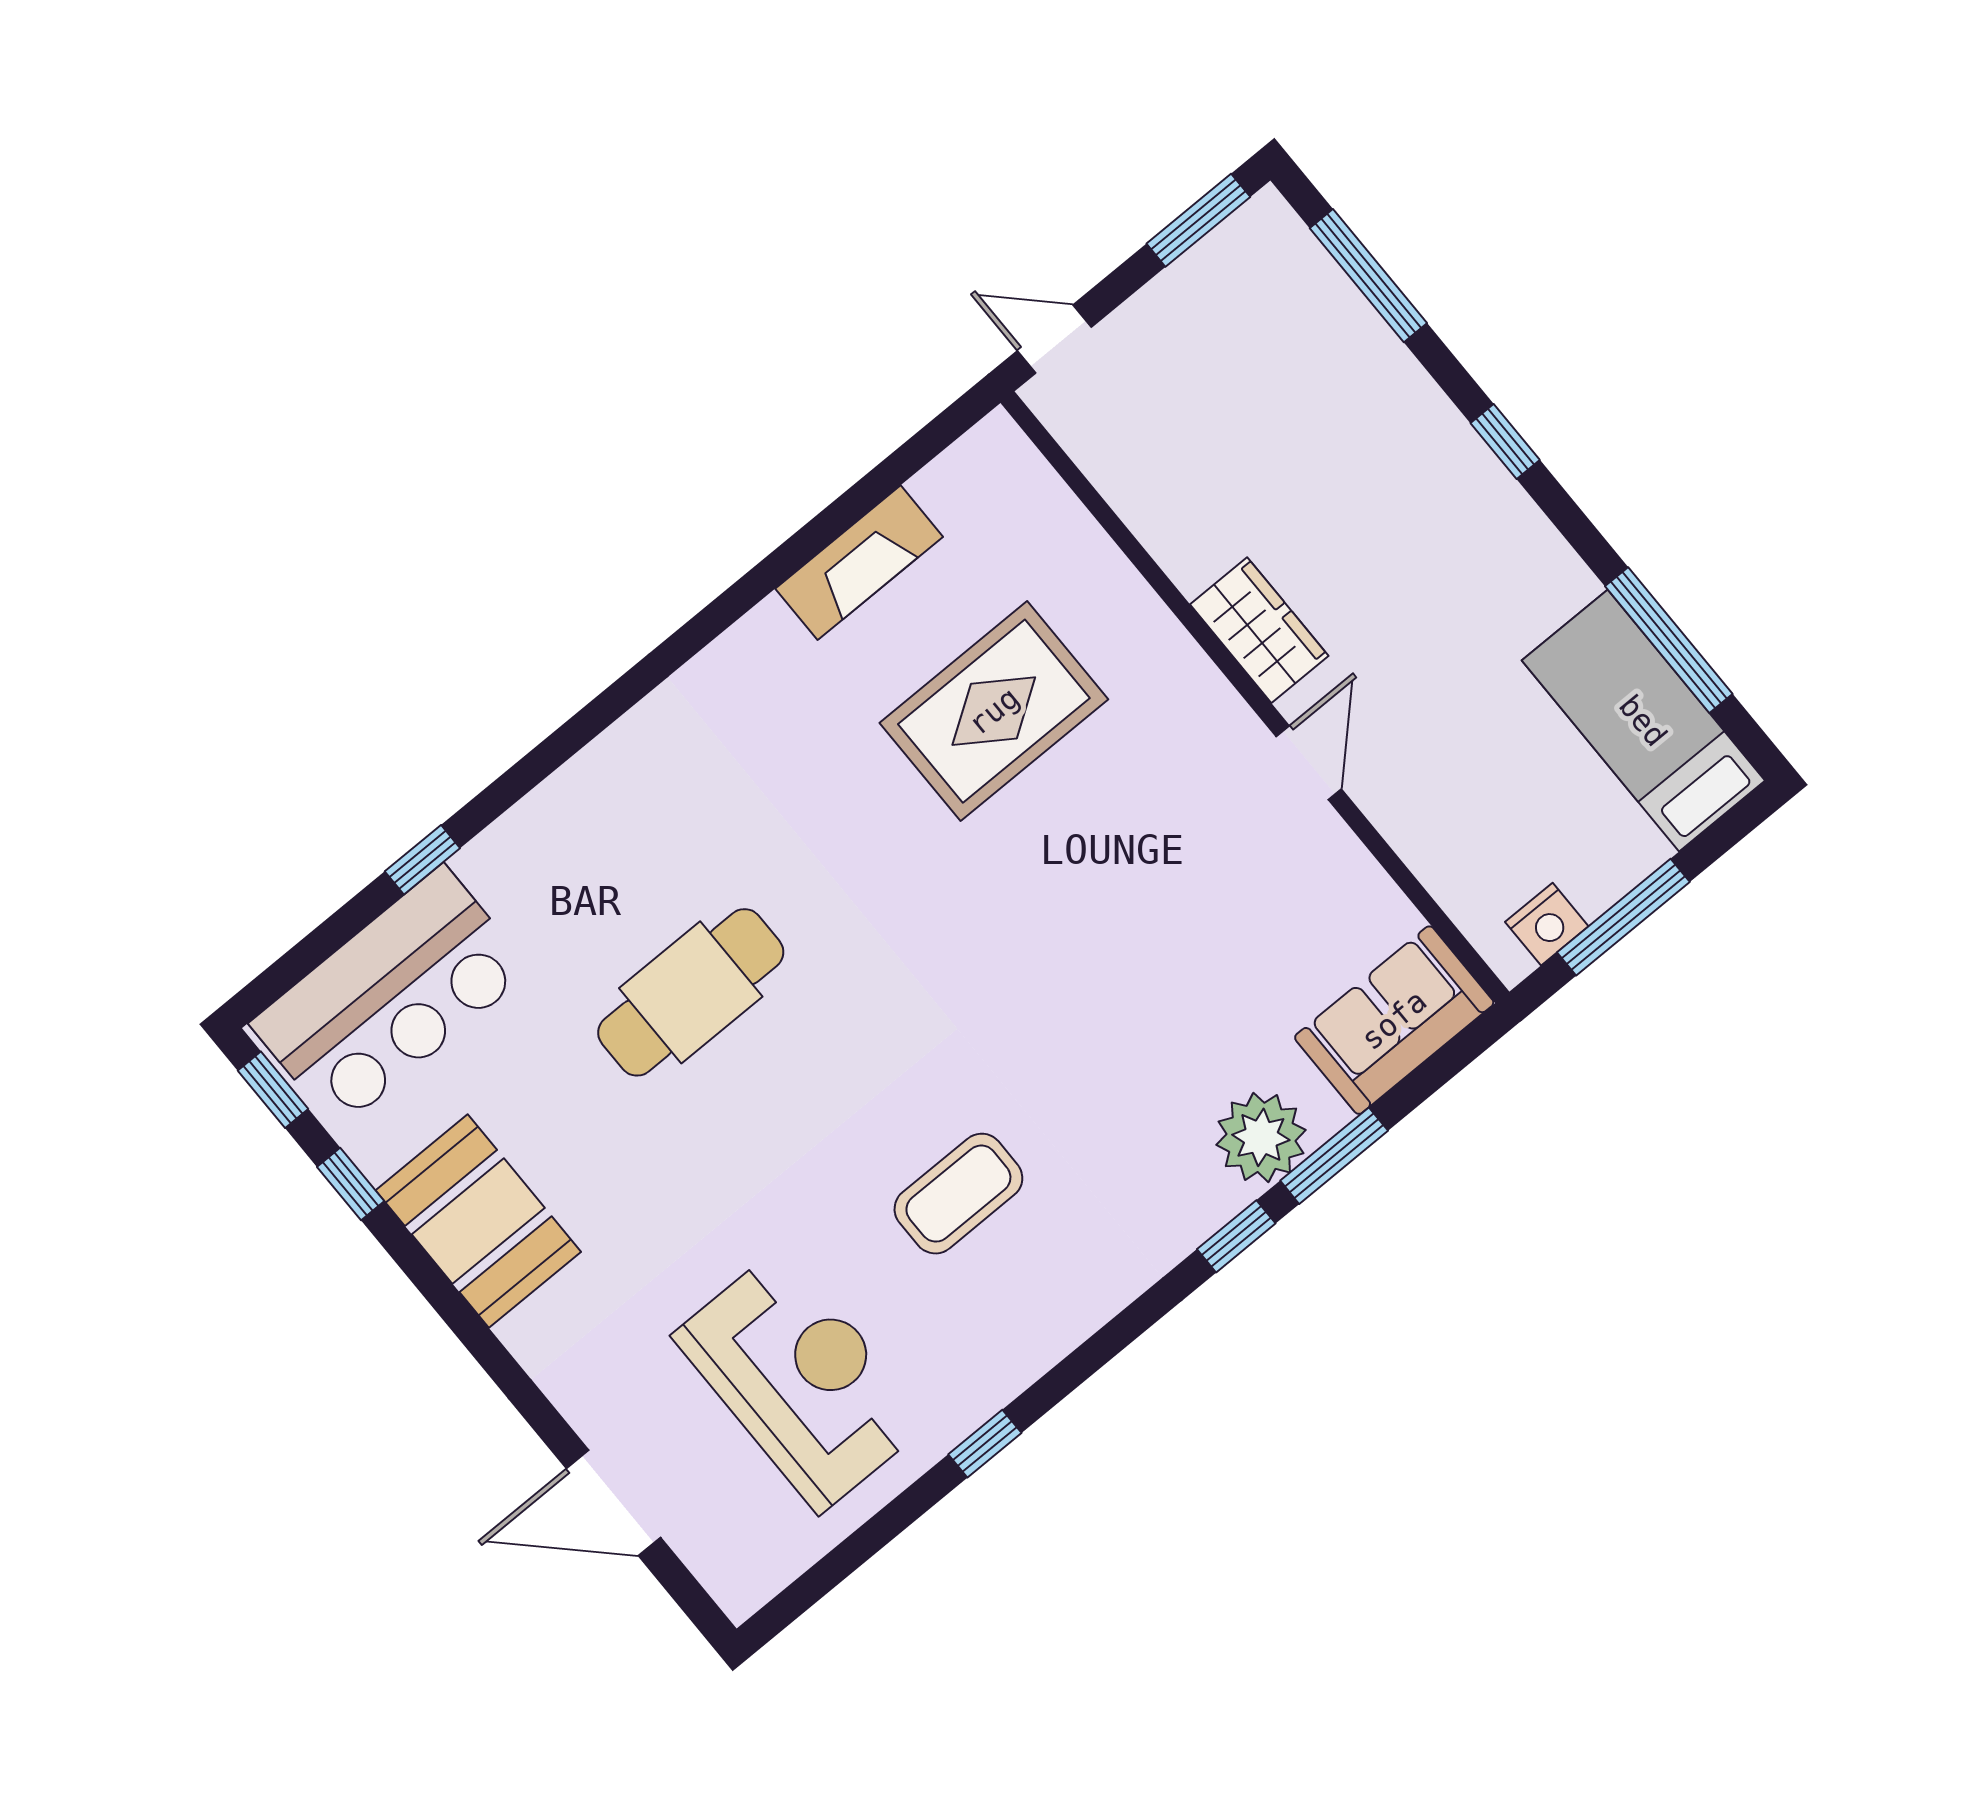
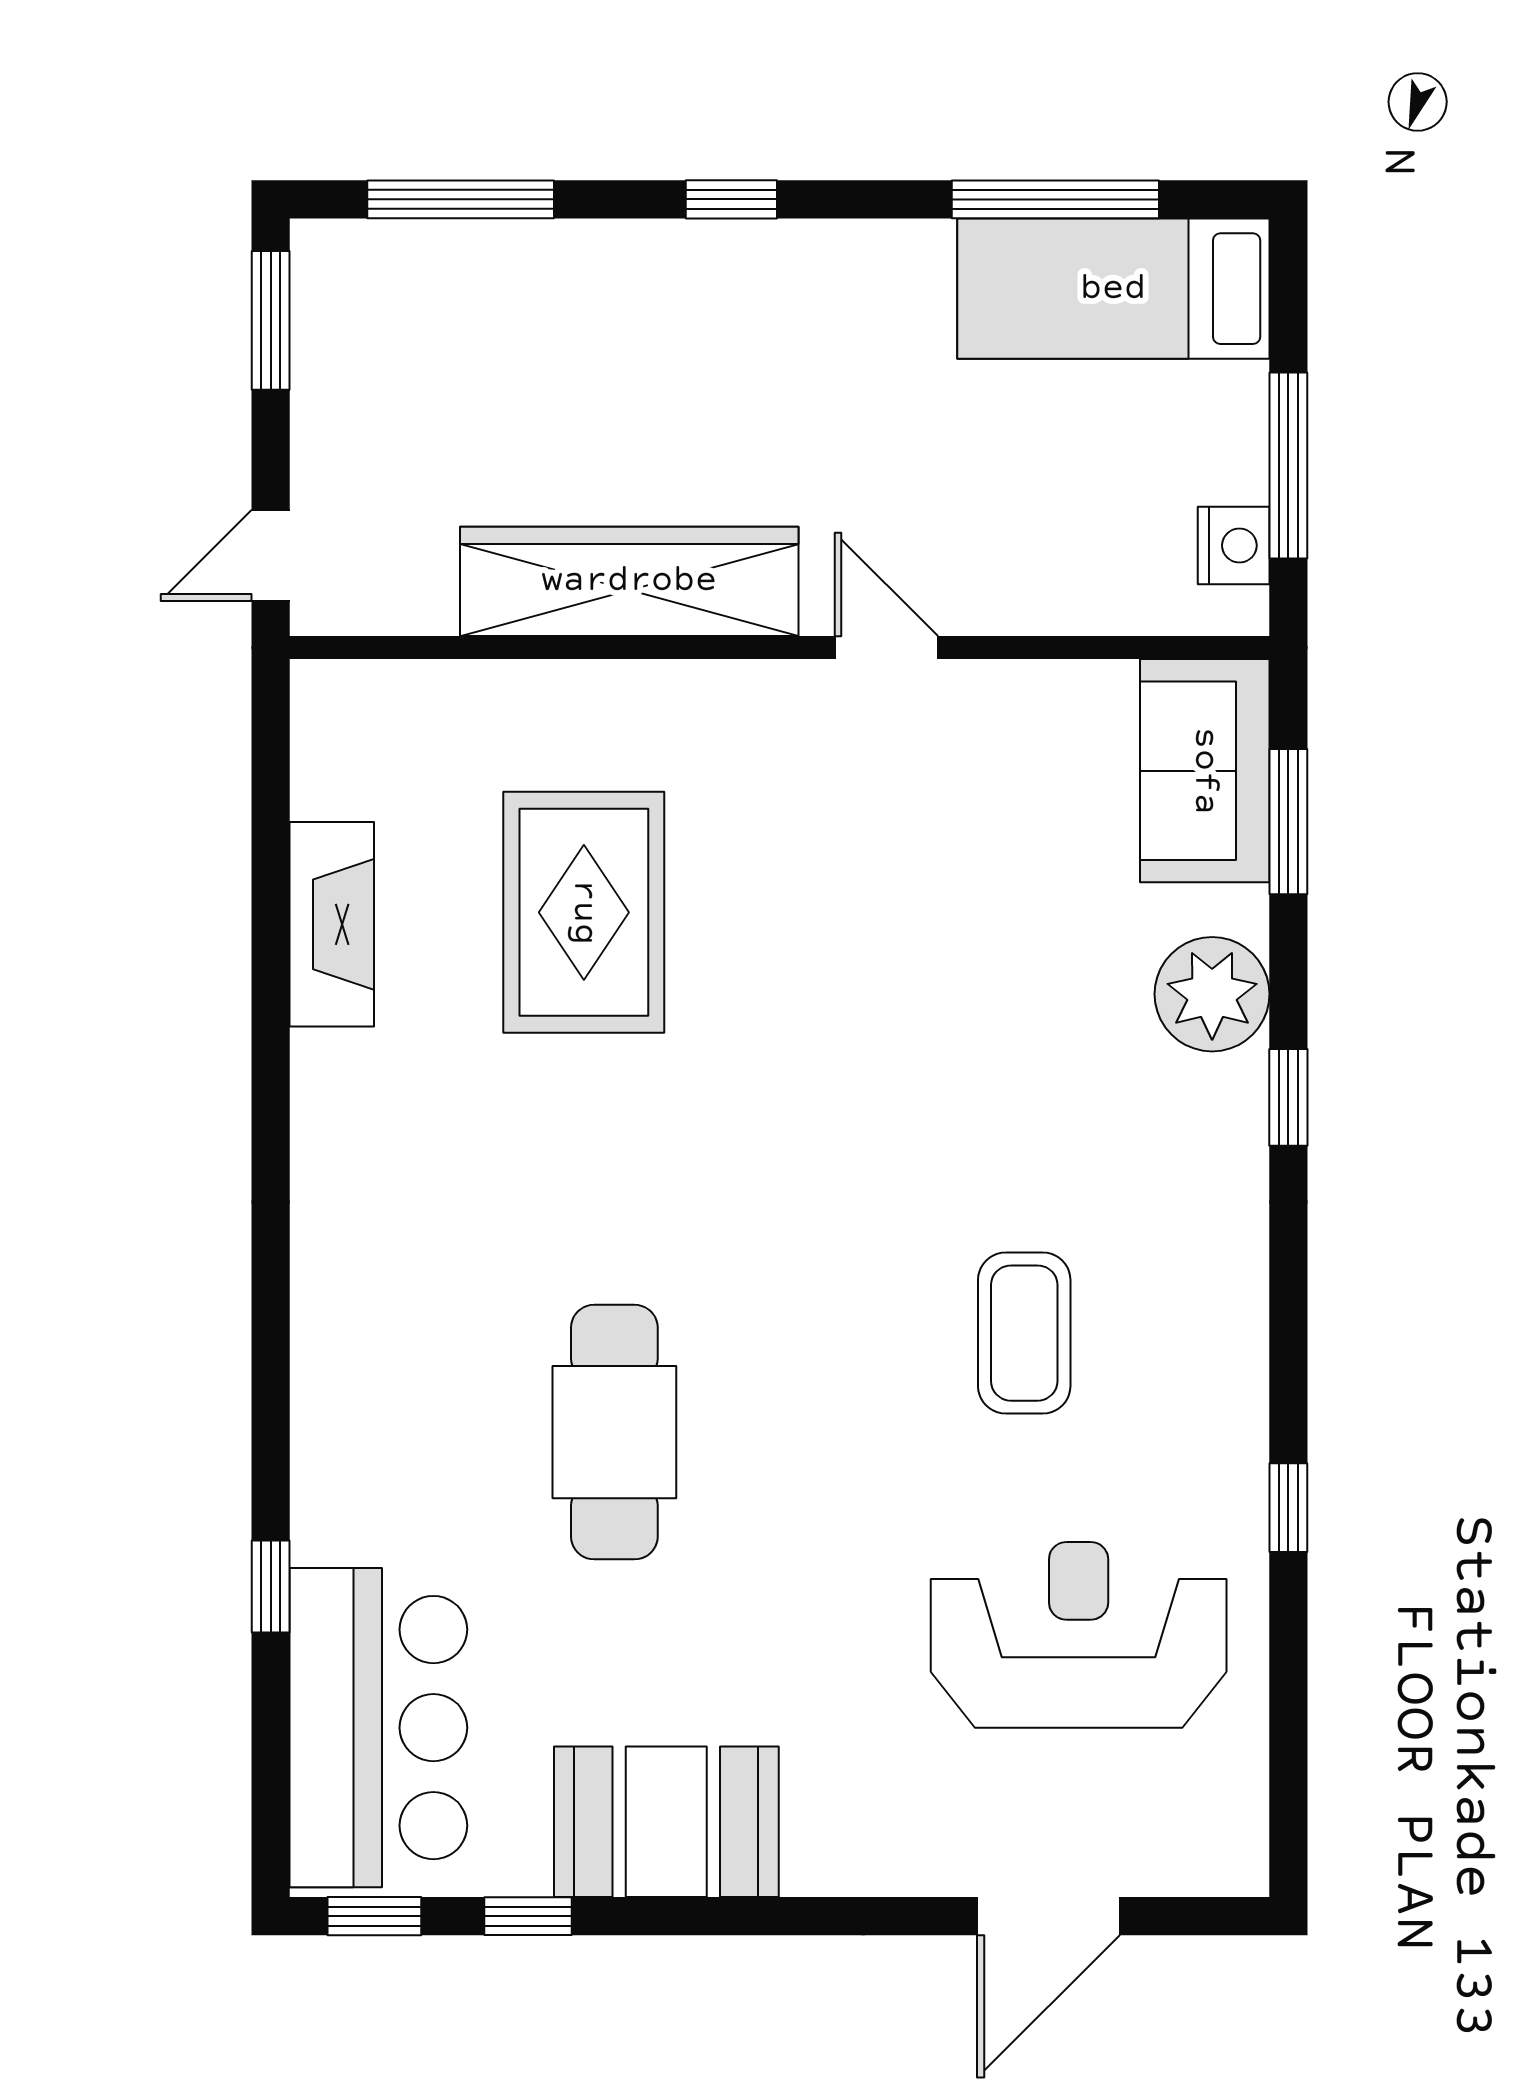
wardrobe: (1259, 630) -> (629, 581), width x2.10, depth x1.17
window: (1334, 1156) -> (1288, 822), moved

